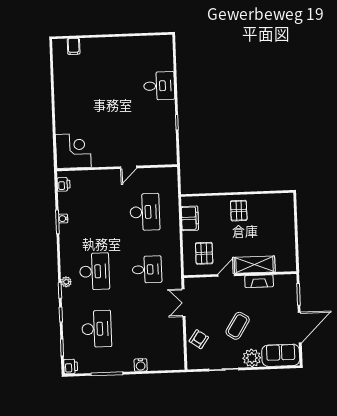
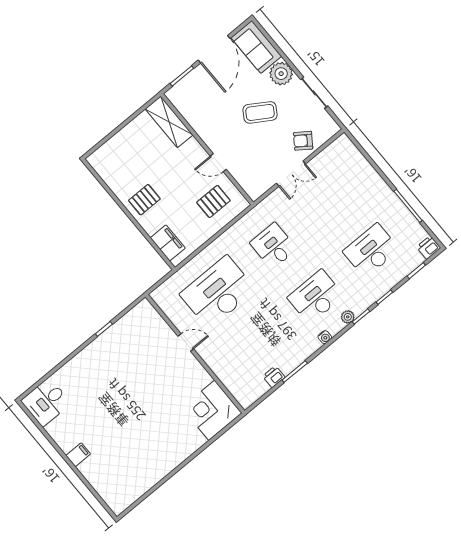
filing cabinet: (74, 46) -> (78, 455), moved
desk: (159, 86) -> (46, 402), moved, turned -90
printer: (64, 184) -> (274, 377), moved
desk: (145, 212) -> (218, 292), width x1.36, depth x1.30
filing cabinet: (190, 218) -> (168, 243), moved, turned 90
water cooler: (63, 219) -> (325, 337), moved
shelving: (255, 265) -> (169, 122), moved
fireplace: (259, 281) -> (199, 125), removed
double door: (184, 303) -> (291, 174), moved
door: (300, 328) -> (214, 49), swing flipped
water cooler: (141, 365) -> (373, 179), removed

